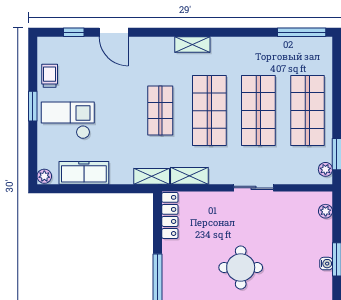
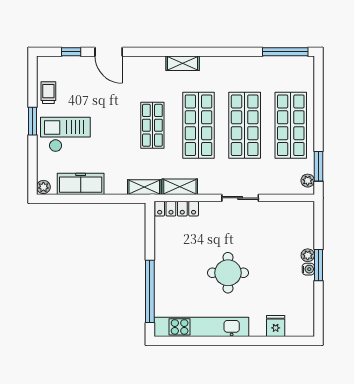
plant: (326, 211) -> (308, 255), moved
locker: (170, 215) -> (177, 209), moved, turned 90

